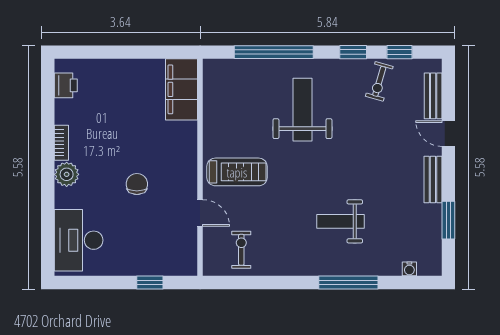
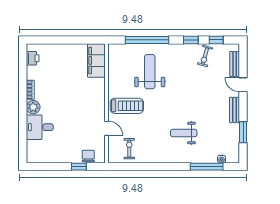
weight bench: (302, 110) -> (150, 72), moved
chair: (137, 184) -> (88, 156), moved
desk: (79, 240) -> (40, 127), moved, width x0.73
window: (348, 283) -> (207, 167), moved

